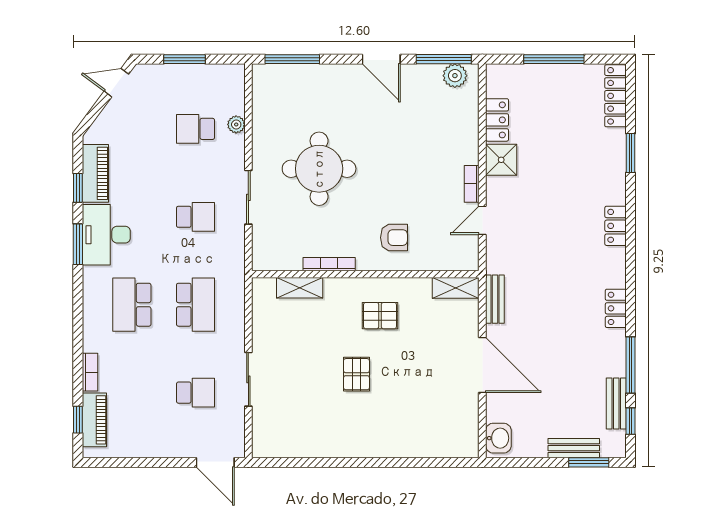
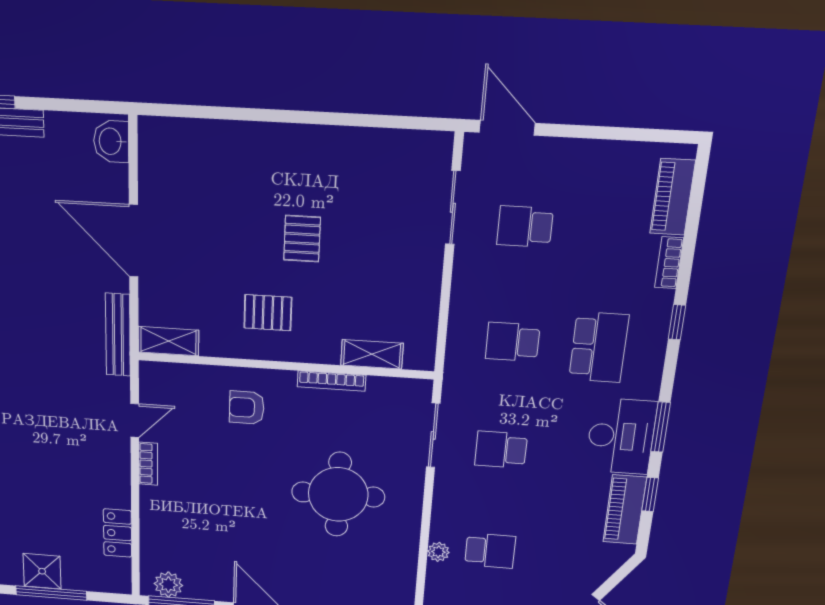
shower: (501, 160) -> (42, 571), moved
sliding door: (248, 197) -> (433, 435), moved
bench: (495, 299) -> (118, 335), width x1.36
school desk: (196, 305) -> (513, 342), width x0.54
sliding door: (248, 379) -> (453, 208), moved
window: (78, 420) -> (677, 322), moved

